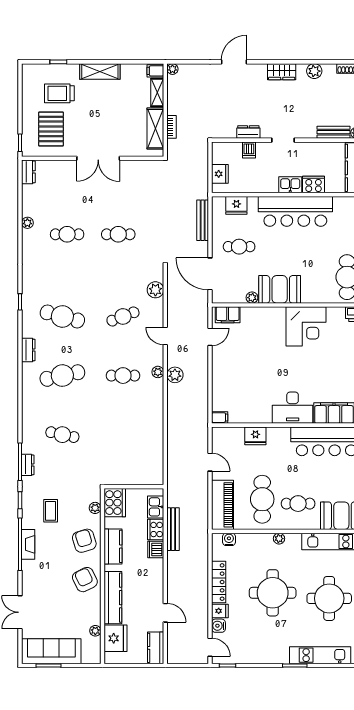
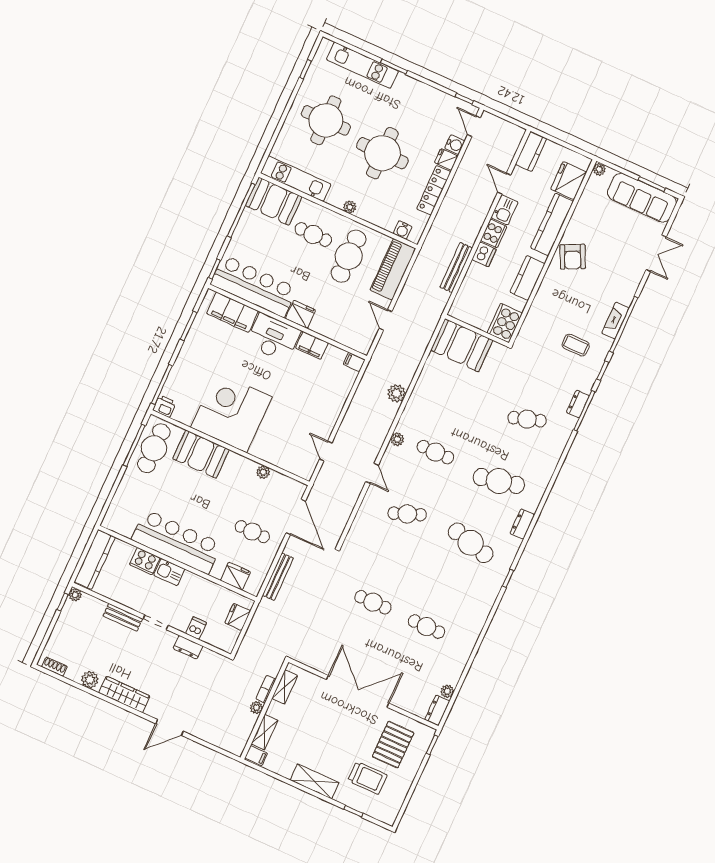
plant: (172, 69) -> (256, 708), moved
wardrobe: (282, 72) -> (124, 694), width x1.50
shelving: (155, 129) -> (285, 687), width x0.67, depth x0.75
bench: (334, 132) -> (123, 617), moved
double door: (98, 158) -> (358, 691), width x1.36
plant: (27, 223) -> (447, 691), moved
booth: (280, 289) -> (201, 454), moved
plant: (155, 290) -> (360, 526), removed
filing cabinet: (228, 315) -> (312, 345), moved, turned 180
corner desk: (306, 326) -> (231, 412), width x1.36, depth x1.36
door: (210, 337) -> (326, 451), hinge flipped
plant: (175, 375) -> (396, 393), moved
cafe table: (62, 435) -> (527, 419), turned -30
fridge: (255, 436) -> (300, 314), moved
booth: (141, 470) -> (462, 345), added
kitchen sink: (156, 507) -> (505, 210), moved
plant: (95, 508) -> (528, 327), removed
coffee table: (51, 511) -> (576, 345), turned 90
cooker: (156, 530) -> (494, 233), moved
armchair: (84, 541) -> (555, 298), removed
plant: (95, 631) -> (599, 169), moved

